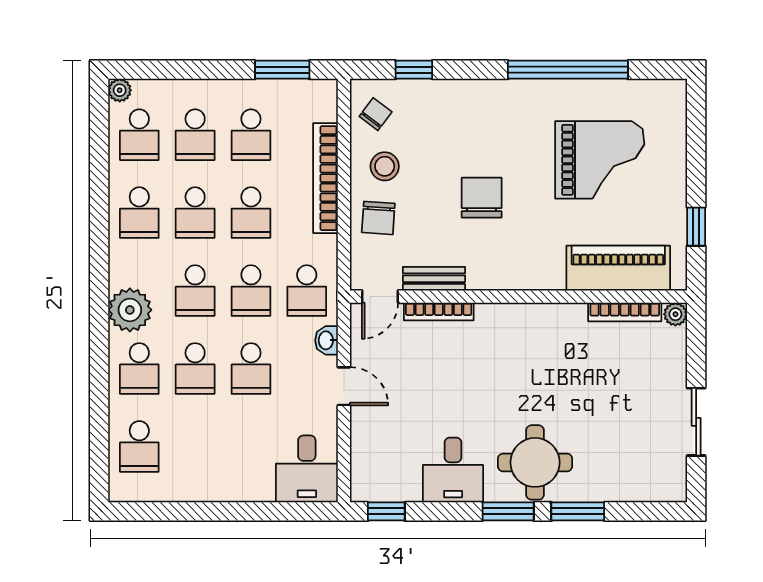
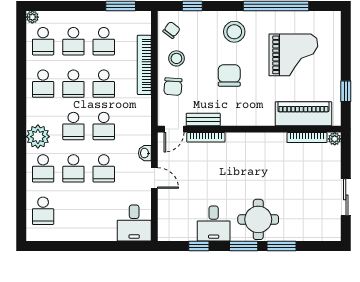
stool: (491, 117) -> (234, 32), added
school desk: (307, 291) -> (134, 126), removed
window: (386, 511) -> (199, 246), moved

